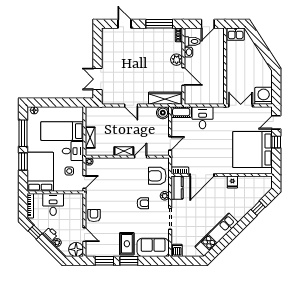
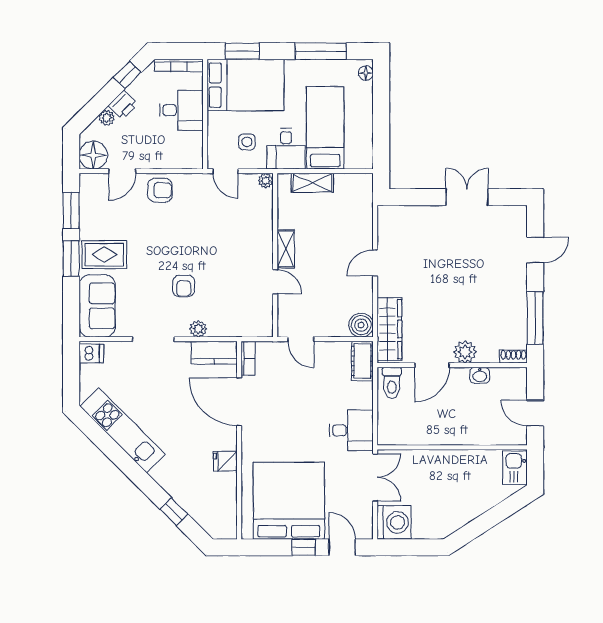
toilet: (192, 41) -> (392, 383), moved
double door: (98, 79) -> (467, 197), moved
desk: (203, 118) -> (351, 430), moved
window: (23, 162) -> (242, 51), moved
armchair: (157, 176) -> (237, 314), removed

